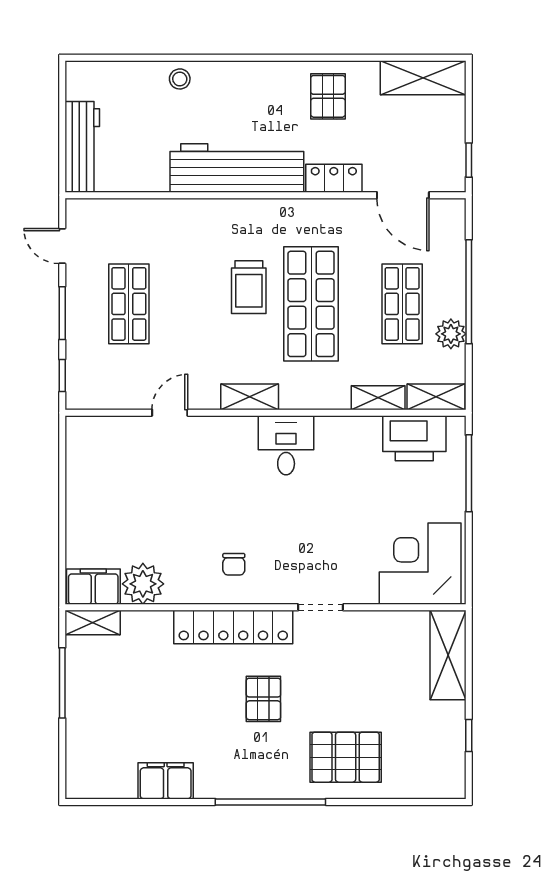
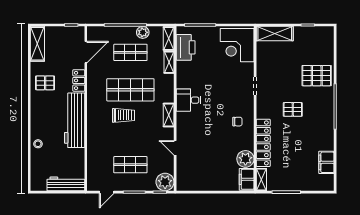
plant: (87, 388) -> (165, 182), added
locker: (233, 627) -> (263, 143), moved
pallet: (346, 757) -> (317, 76), turned 90
filing cabinet: (166, 781) -> (326, 162), moved

